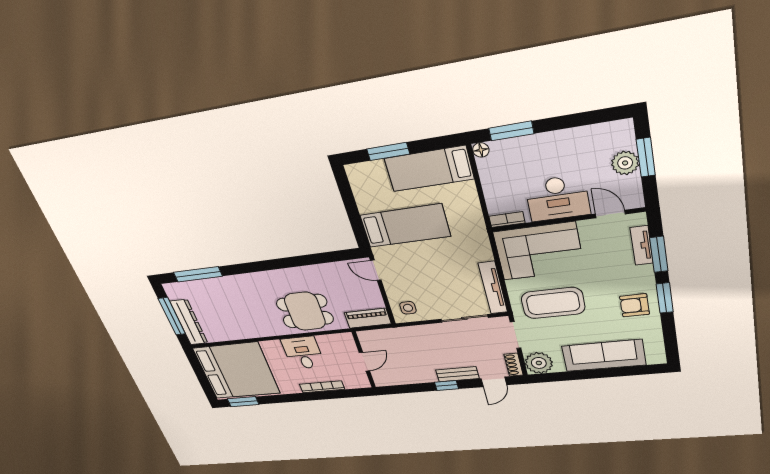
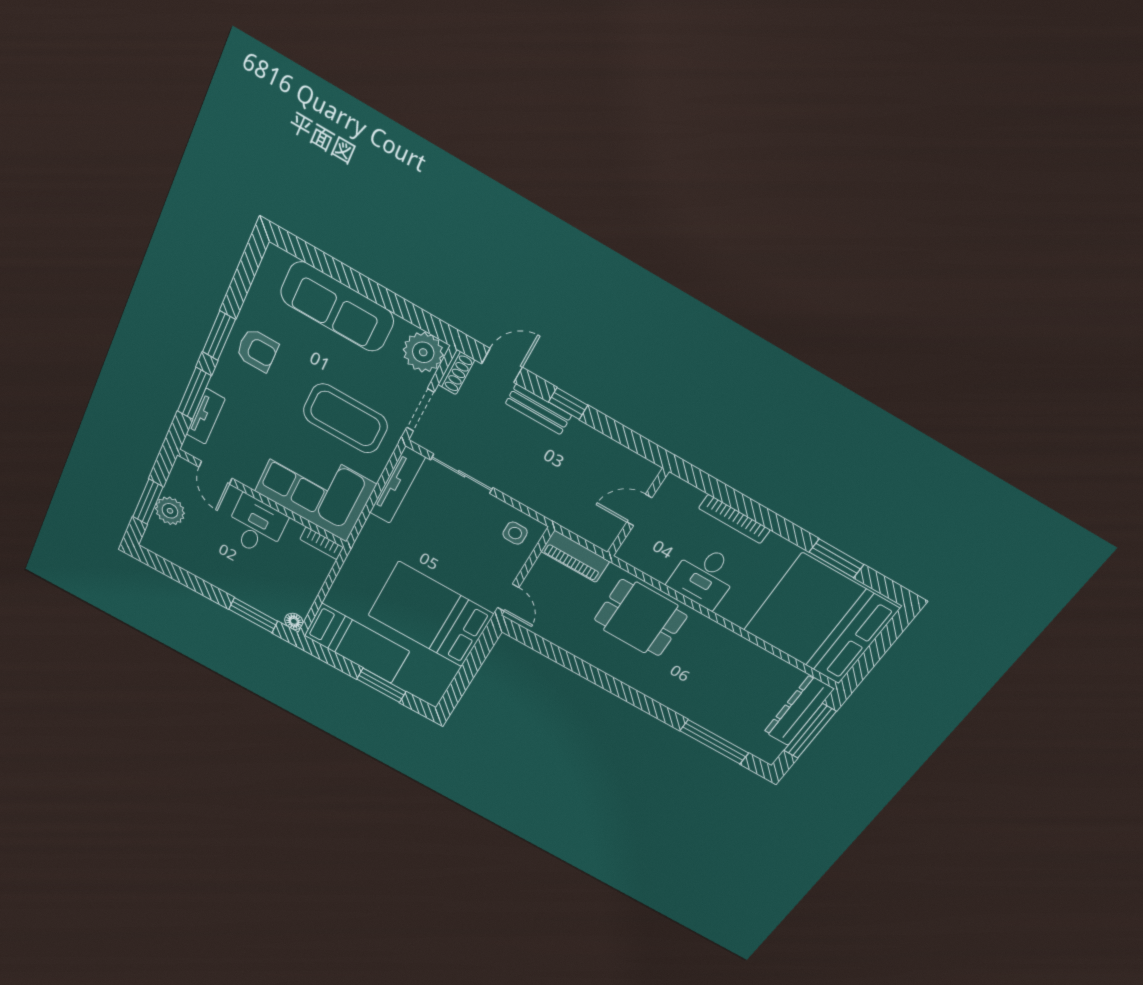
desk: (557, 198) -> (256, 526), width x0.73
bed: (405, 226) -> (431, 615), width x1.50
window: (243, 402) -> (836, 558), moved

